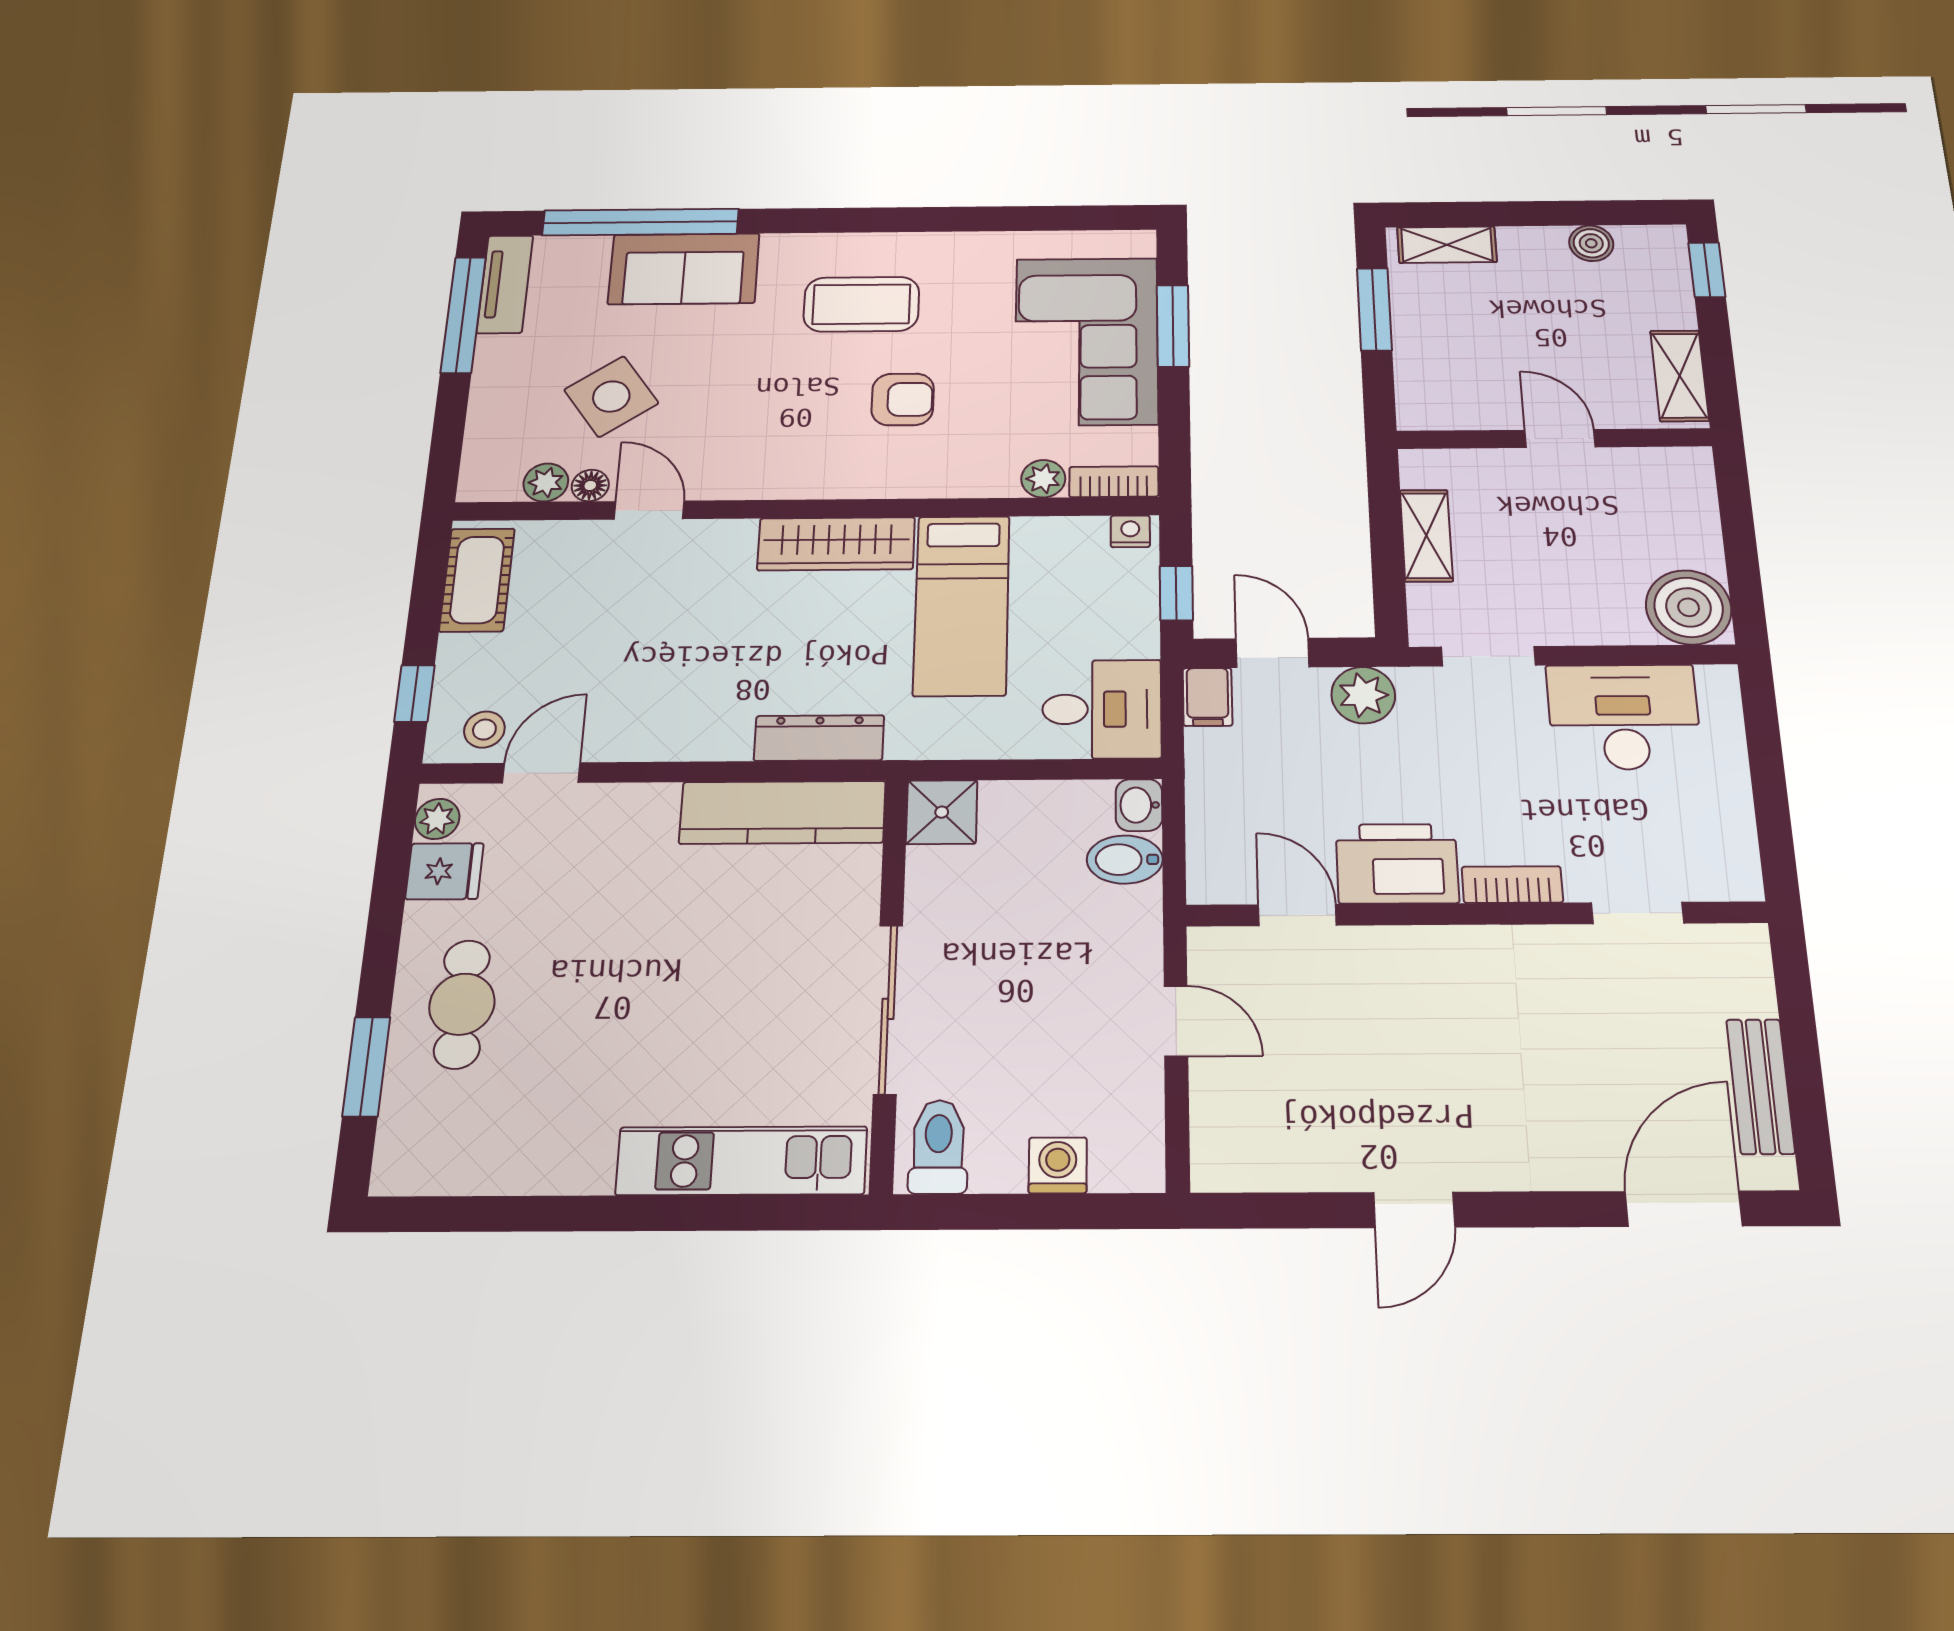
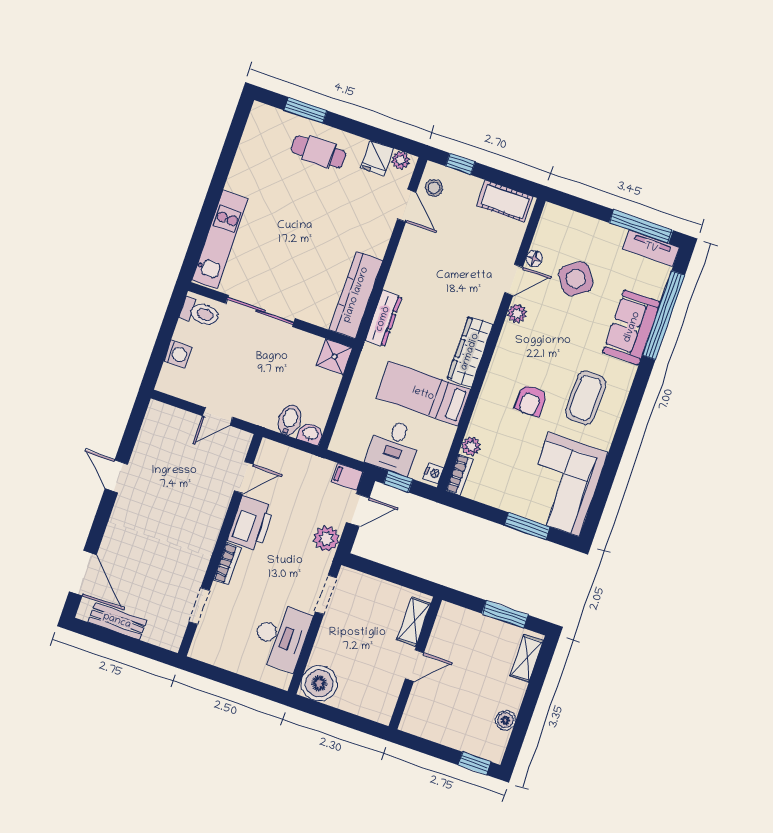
corner sofa: (1087, 341) -> (564, 484), moved, turned -90
shelving: (1680, 376) -> (427, 728), removed
plant: (546, 483) -> (517, 314), moved
shelving: (1426, 536) -> (414, 622), moved, turned 90
desk: (1102, 709) -> (394, 447), moved

